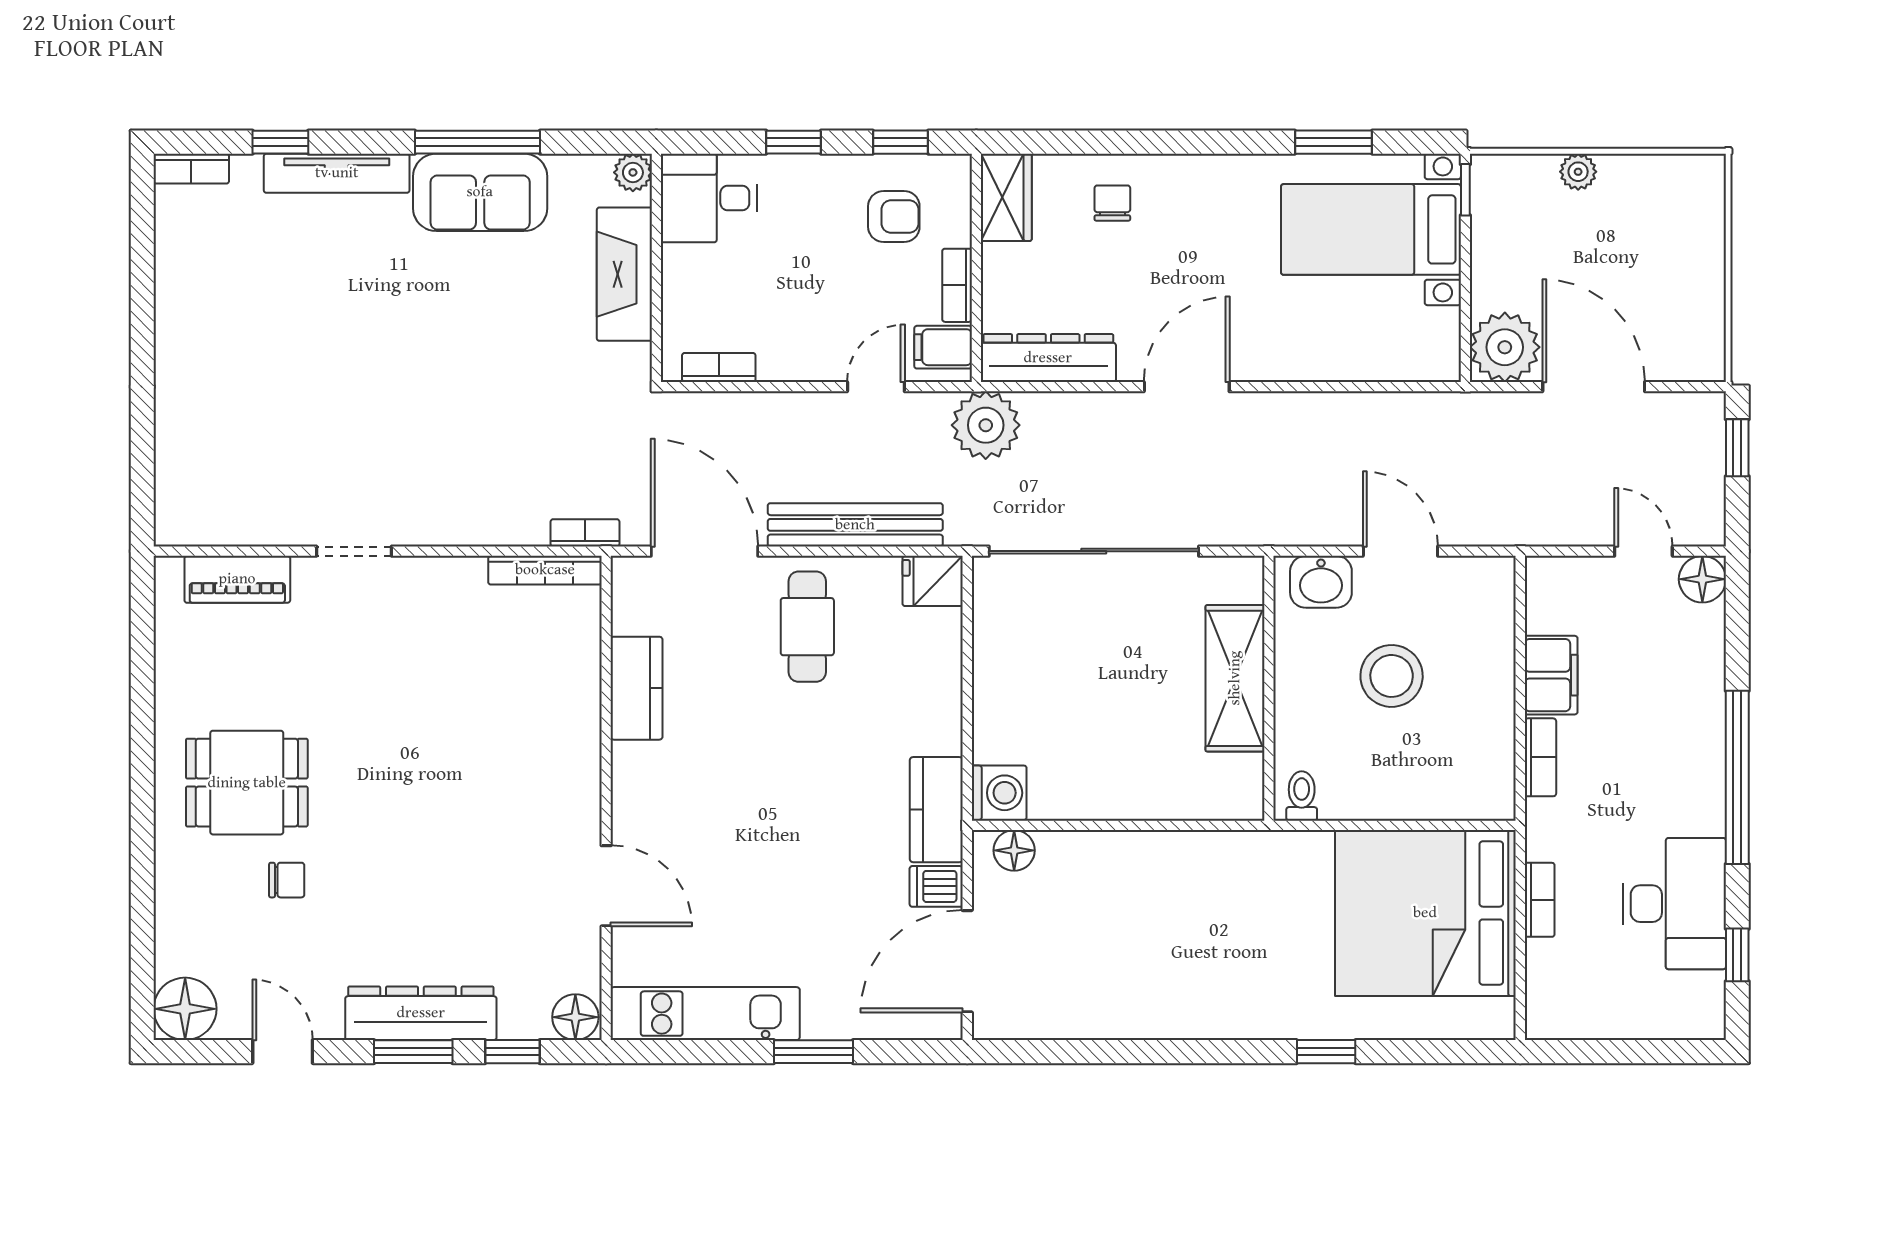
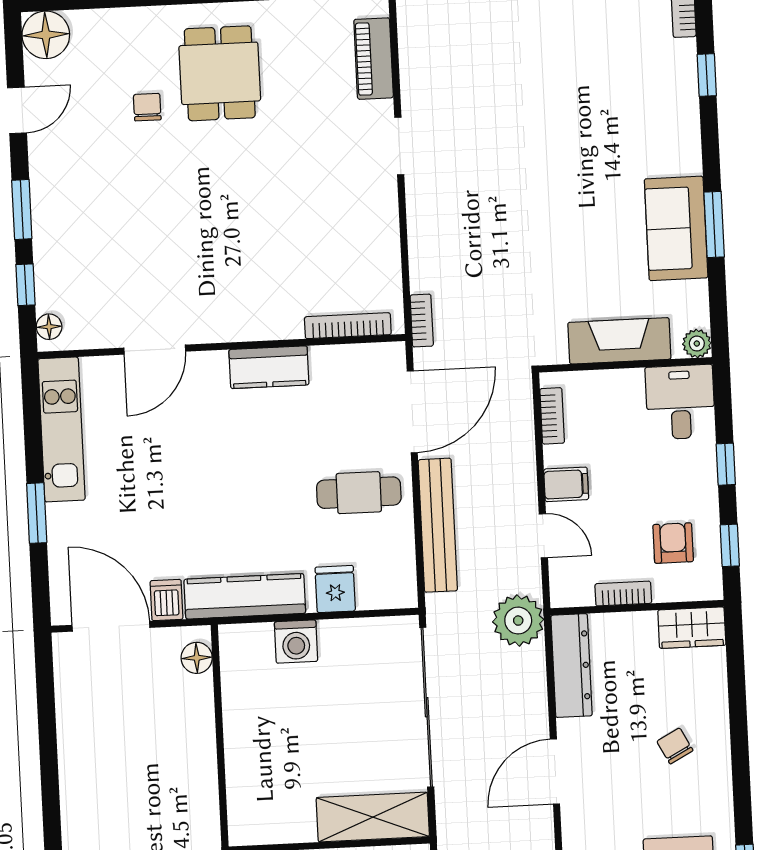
window: (477, 142) -> (714, 224), width x0.69
tv unit: (337, 173) -> (685, 119), removed
chair: (1112, 203) -> (675, 746), moved, turned -118
armchair: (894, 217) -> (673, 543), turned 180
filing cabinet: (943, 347) -> (566, 484), moved, turned 90
door: (1187, 387) -> (555, 772), swing flipped
bookcase: (545, 570) -> (348, 326), moved, turned 90
fridge: (933, 581) -> (335, 589), moved
shelving: (1235, 678) -> (373, 817), moved
kitchen counter: (636, 688) -> (269, 367), moved
washing machine: (999, 793) -> (296, 642), moved
kitchen counter: (936, 810) -> (245, 596), width x1.50
chair: (287, 880) -> (147, 107), turned 180
dresser: (421, 1013) -> (51, 214), removed
floor lamp: (575, 1017) -> (49, 327), width x0.73, depth x0.73

